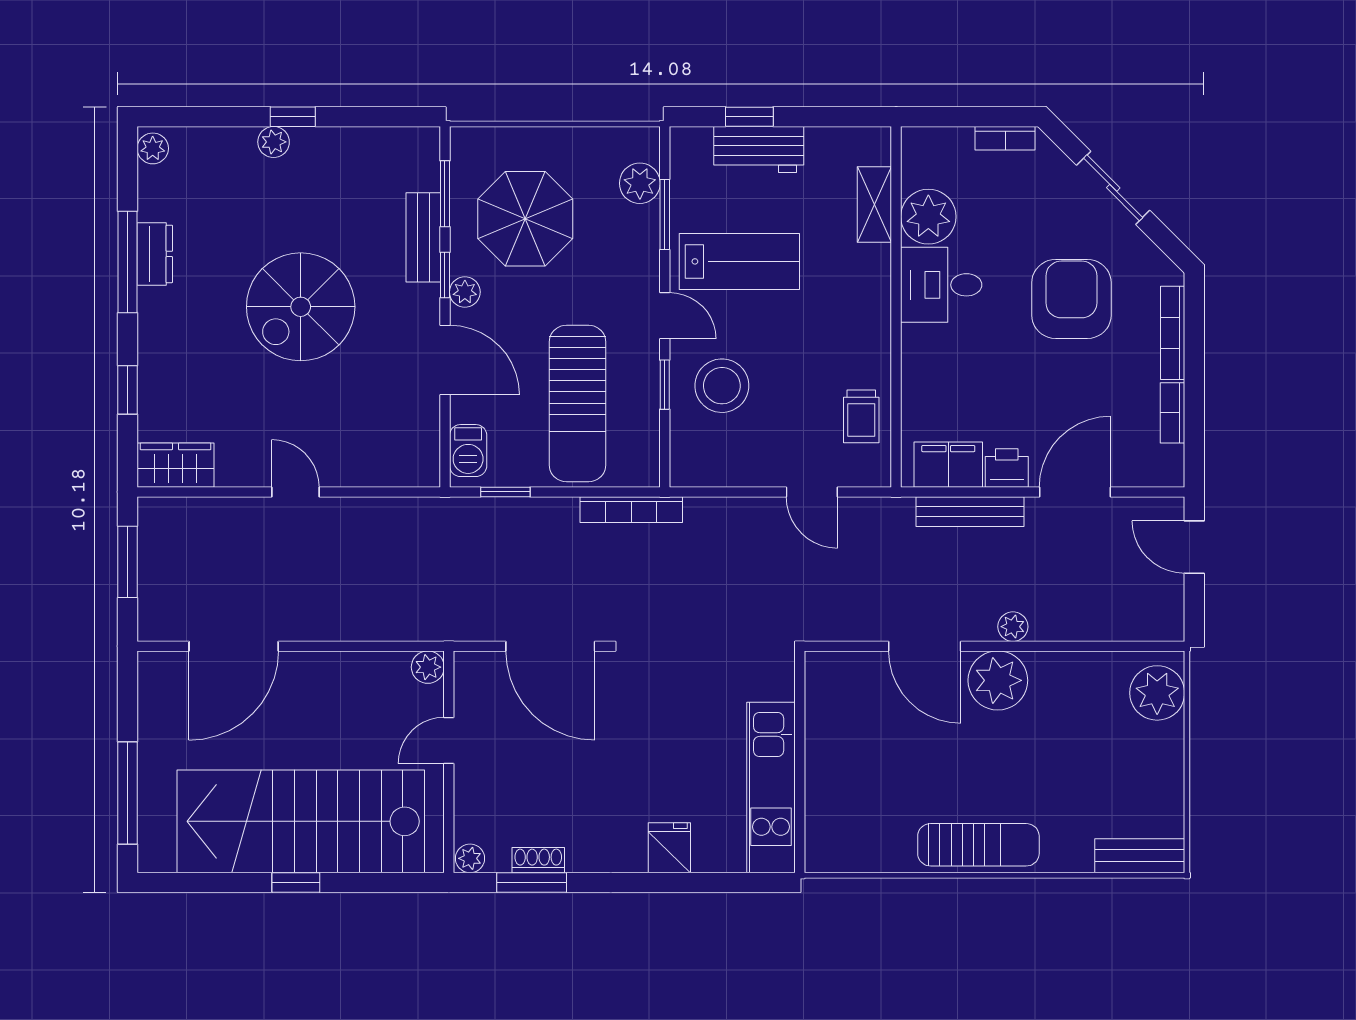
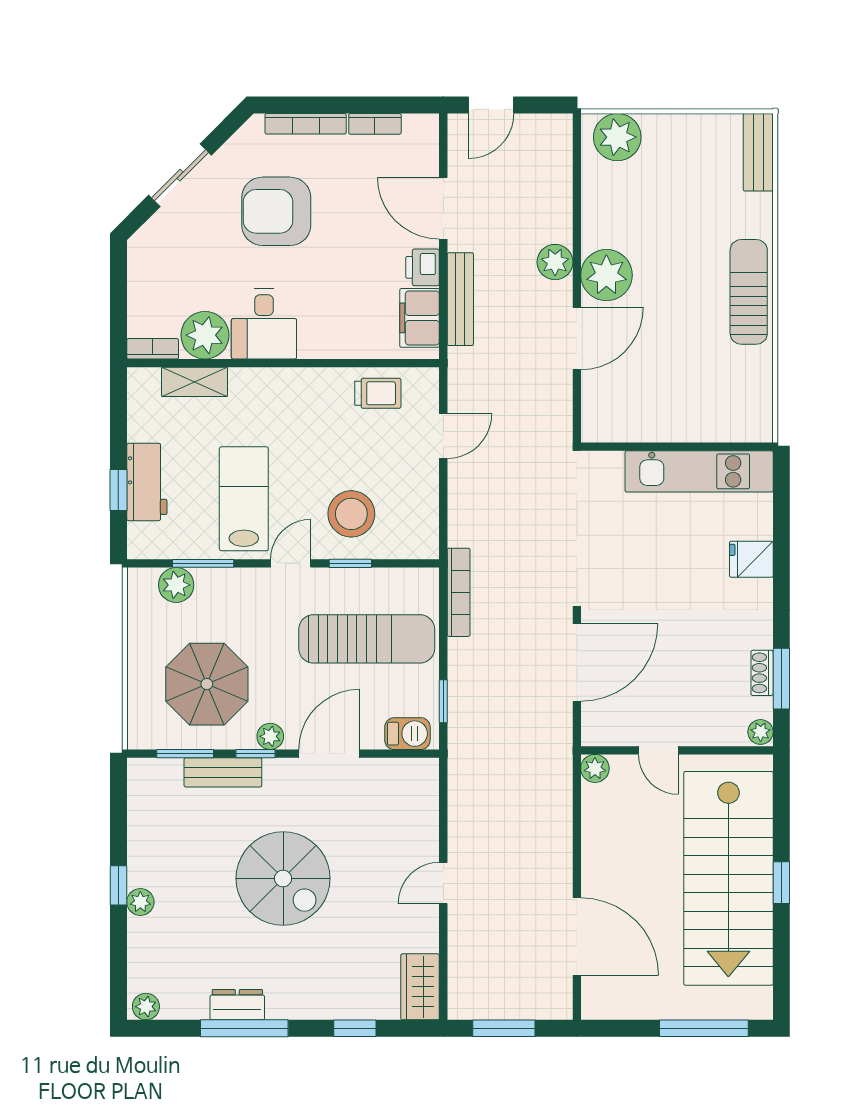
bookcase: (1005, 138) -> (153, 349), moved, turned -90
plant: (1013, 627) -> (555, 262), width x1.38, depth x1.38

